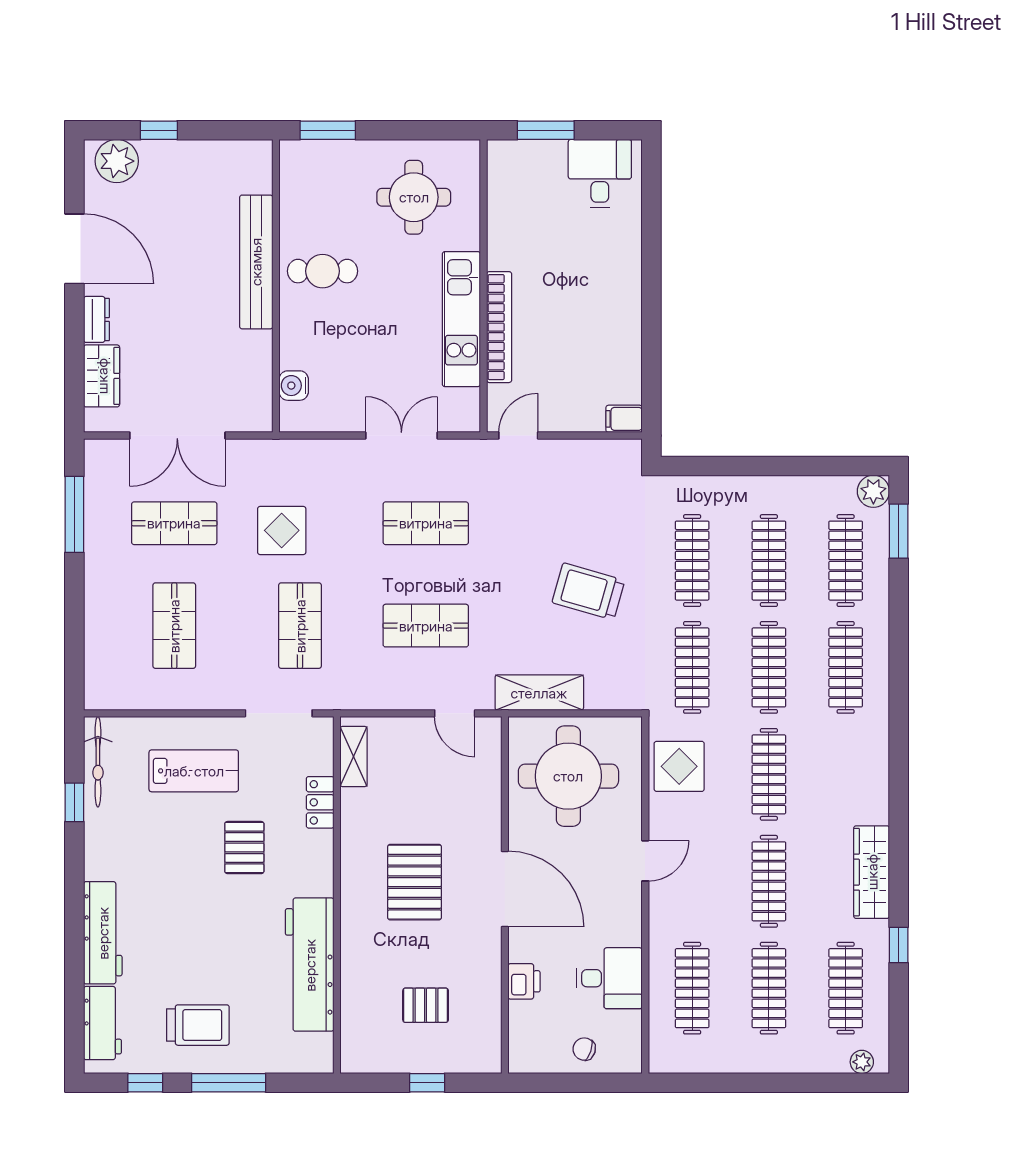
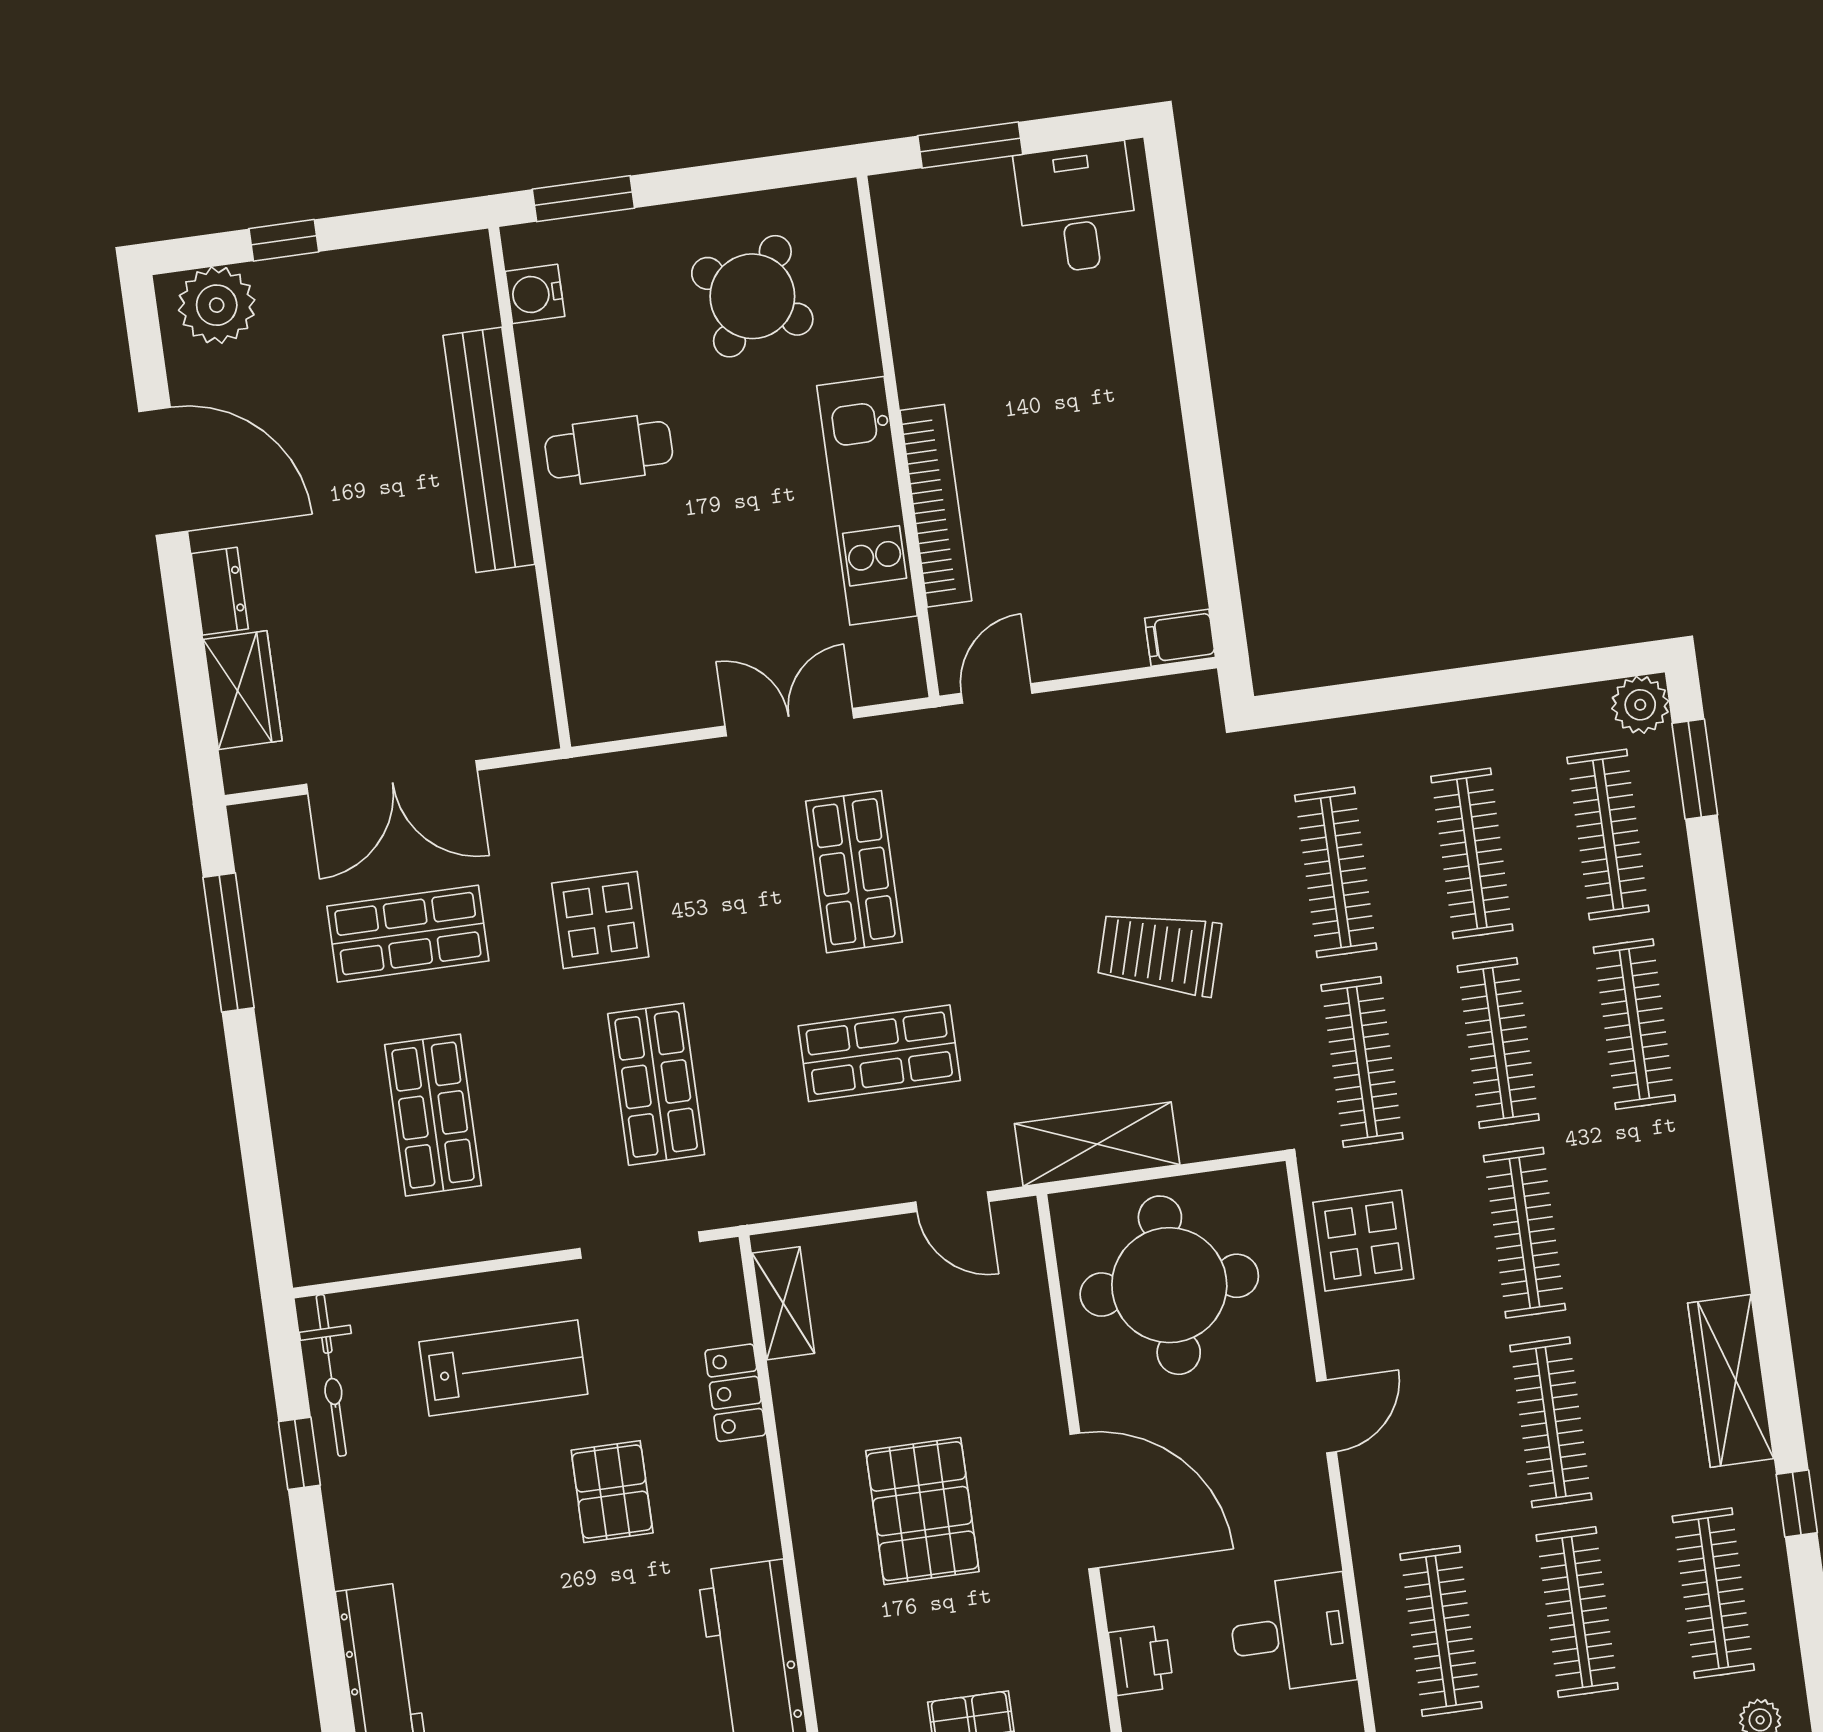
round table: (414, 197) -> (752, 296), turned 35
water cooler: (294, 386) -> (535, 294), moved
shop shelf: (426, 523) -> (854, 872), turned 90

